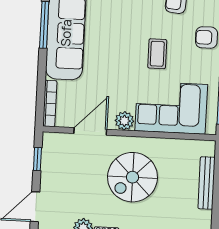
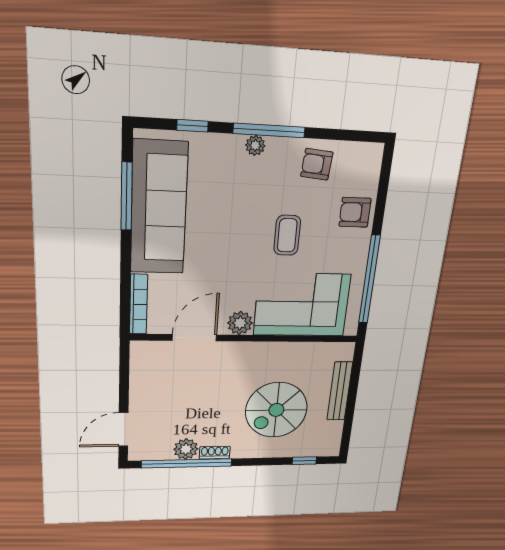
window: (37, 159) -> (124, 374), removed
spiral stairs: (132, 177) -> (276, 410), moved

